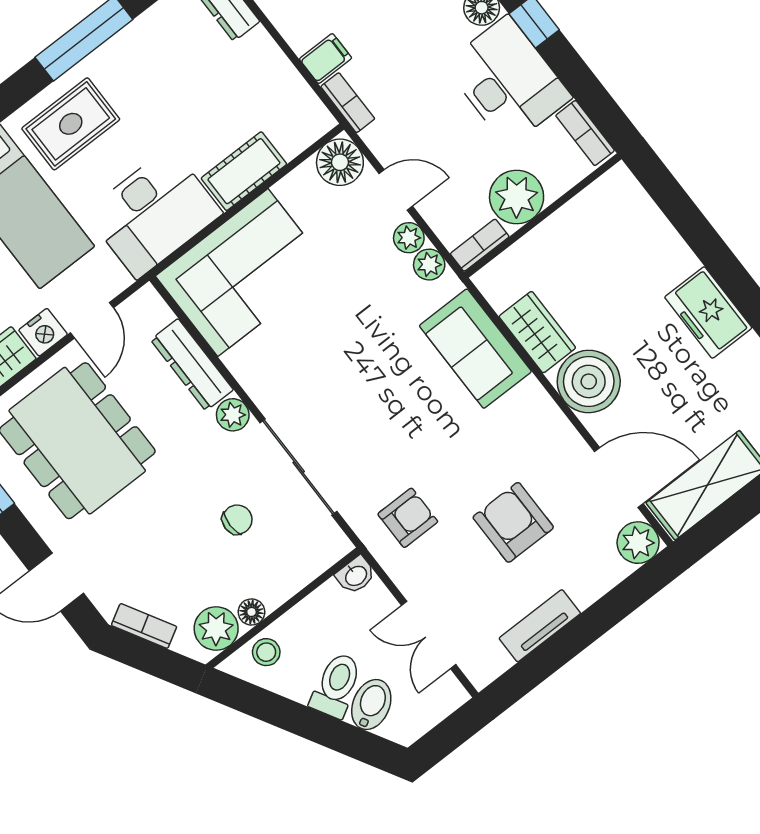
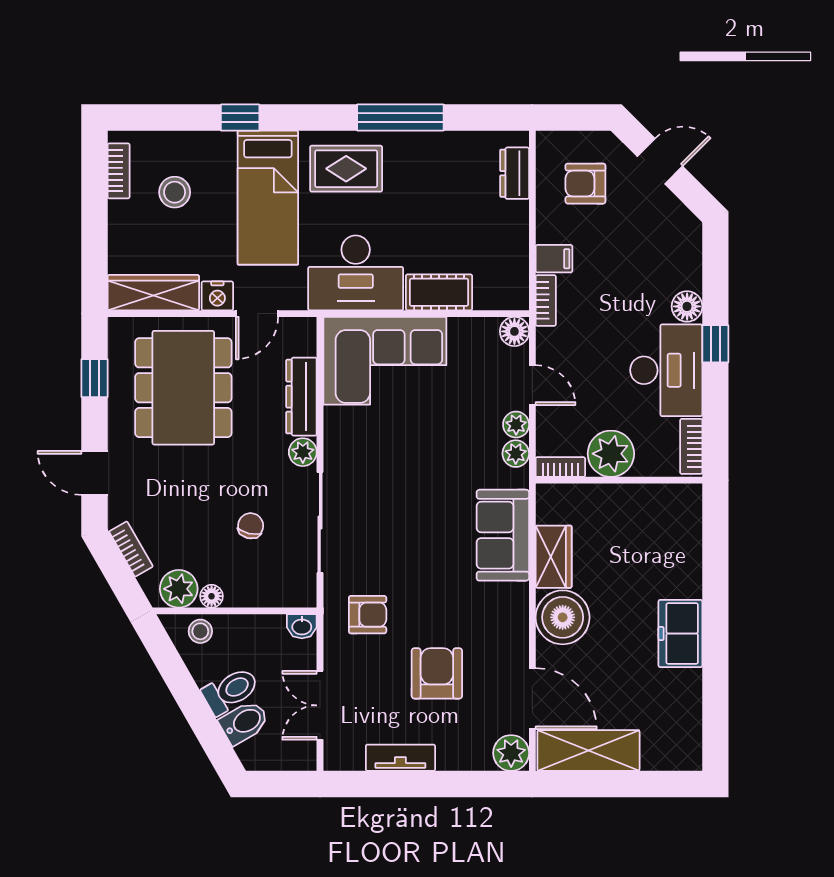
floor lamp: (340, 162) -> (514, 331), width x0.73, depth x0.73
chair: (237, 520) -> (251, 526), turned -77

